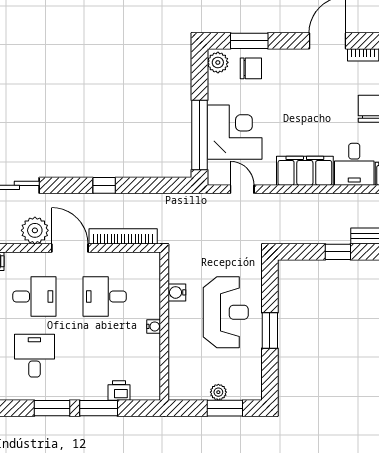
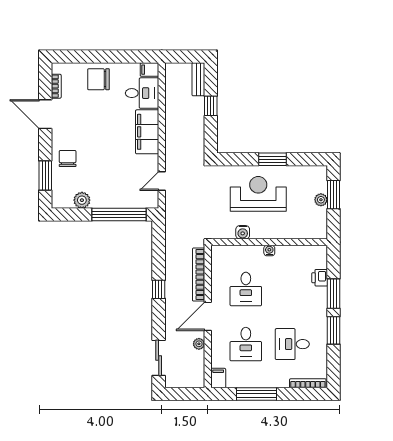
plant: (218, 62) -> (82, 200), moved
chair: (251, 68) -> (68, 159), moved
corner desk: (235, 132) -> (117, 187), removed
plant: (35, 230) -> (199, 344), width x0.53, depth x0.53
desk: (34, 296) -> (246, 344), turned 180

